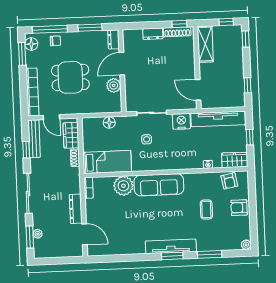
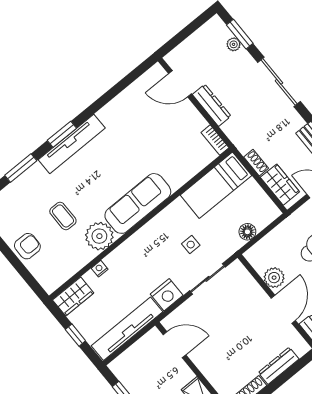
dresser: (153, 34) -> (279, 366), width x1.44
armchair: (229, 181) -> (61, 268), removed
plant: (123, 186) -> (99, 236), moved

